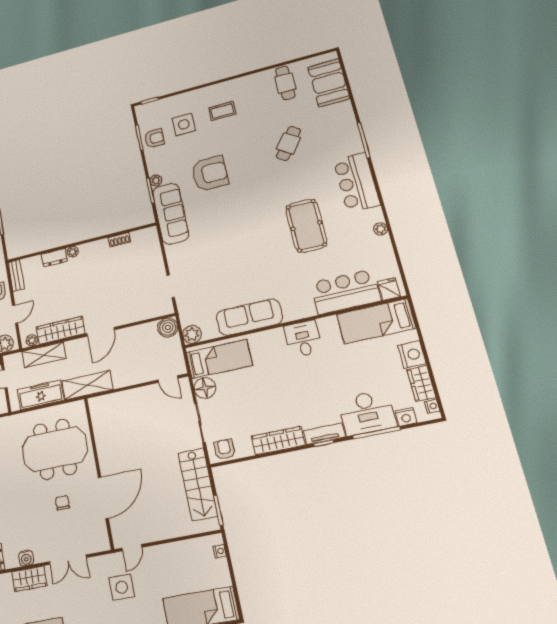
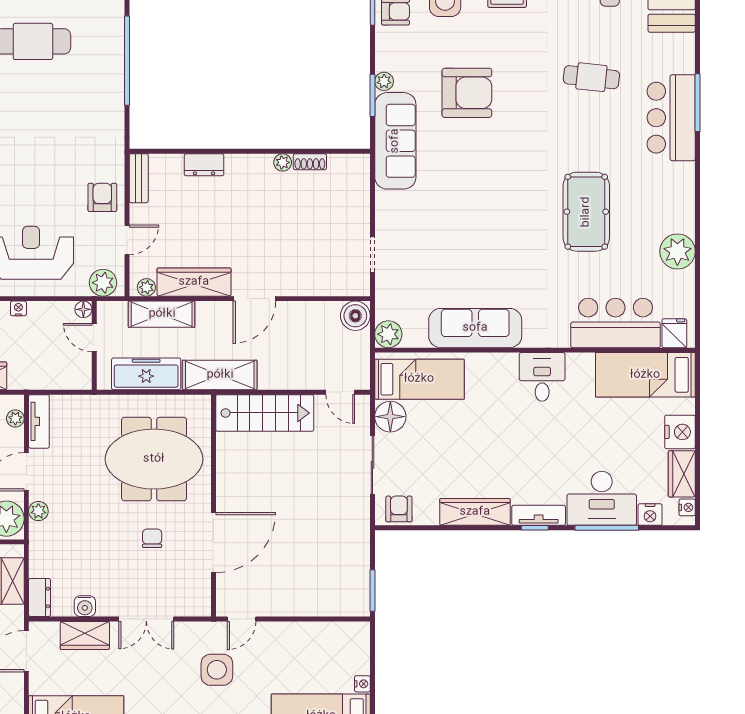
cafe table: (289, 143) -> (591, 77), turned 61
bar counter: (357, 182) -> (671, 118), moved
plant: (381, 229) -> (677, 251), width x1.88, depth x1.88
plant: (73, 252) -> (283, 162), moved
stairs: (198, 484) -> (265, 413), moved, turned -90
nightstand: (220, 551) -> (362, 684), moved

